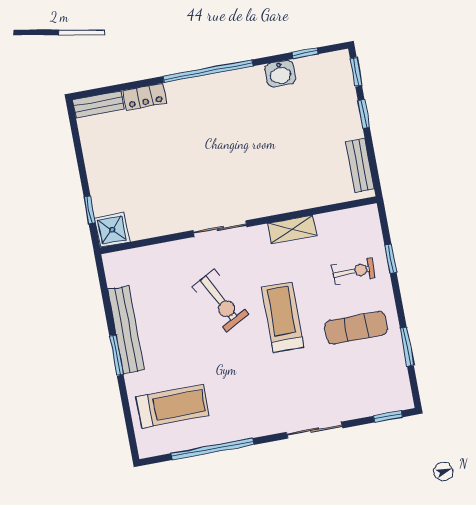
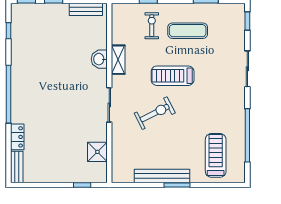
washbasin: (280, 74) -> (99, 59), moved, turned 180
shower: (112, 230) -> (97, 152), moved
exercise mat: (356, 328) -> (188, 31), turned 90

